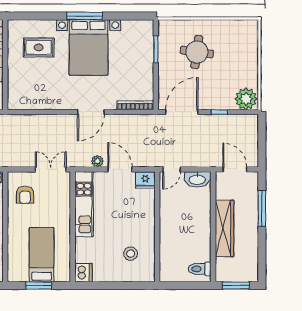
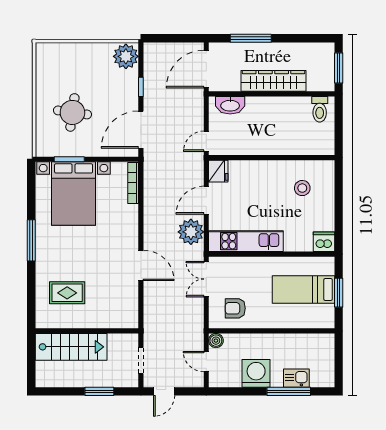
rug: (39, 47) -> (67, 293), turned 90
bed with nightstands: (89, 47) -> (74, 193), moved, turned 90
door: (91, 112) -> (141, 265), moved
door: (182, 112) -> (141, 130), hinge flipped
plant: (97, 161) -> (191, 232), width x1.88, depth x1.88
door: (172, 169) -> (206, 141), swing flipped
door: (235, 169) -> (206, 69), width x1.36
washbasin: (197, 179) -> (230, 105), moved, turned 90
armchair: (25, 195) -> (235, 308), turned 180

